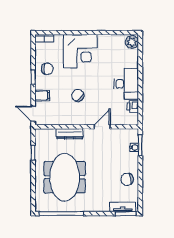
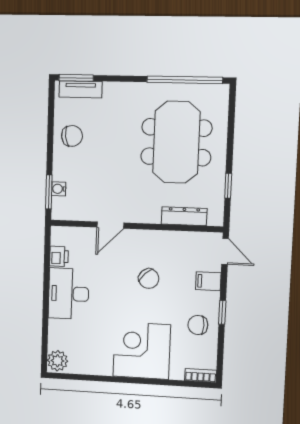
dresser: (70, 134) -> (184, 216), moved

